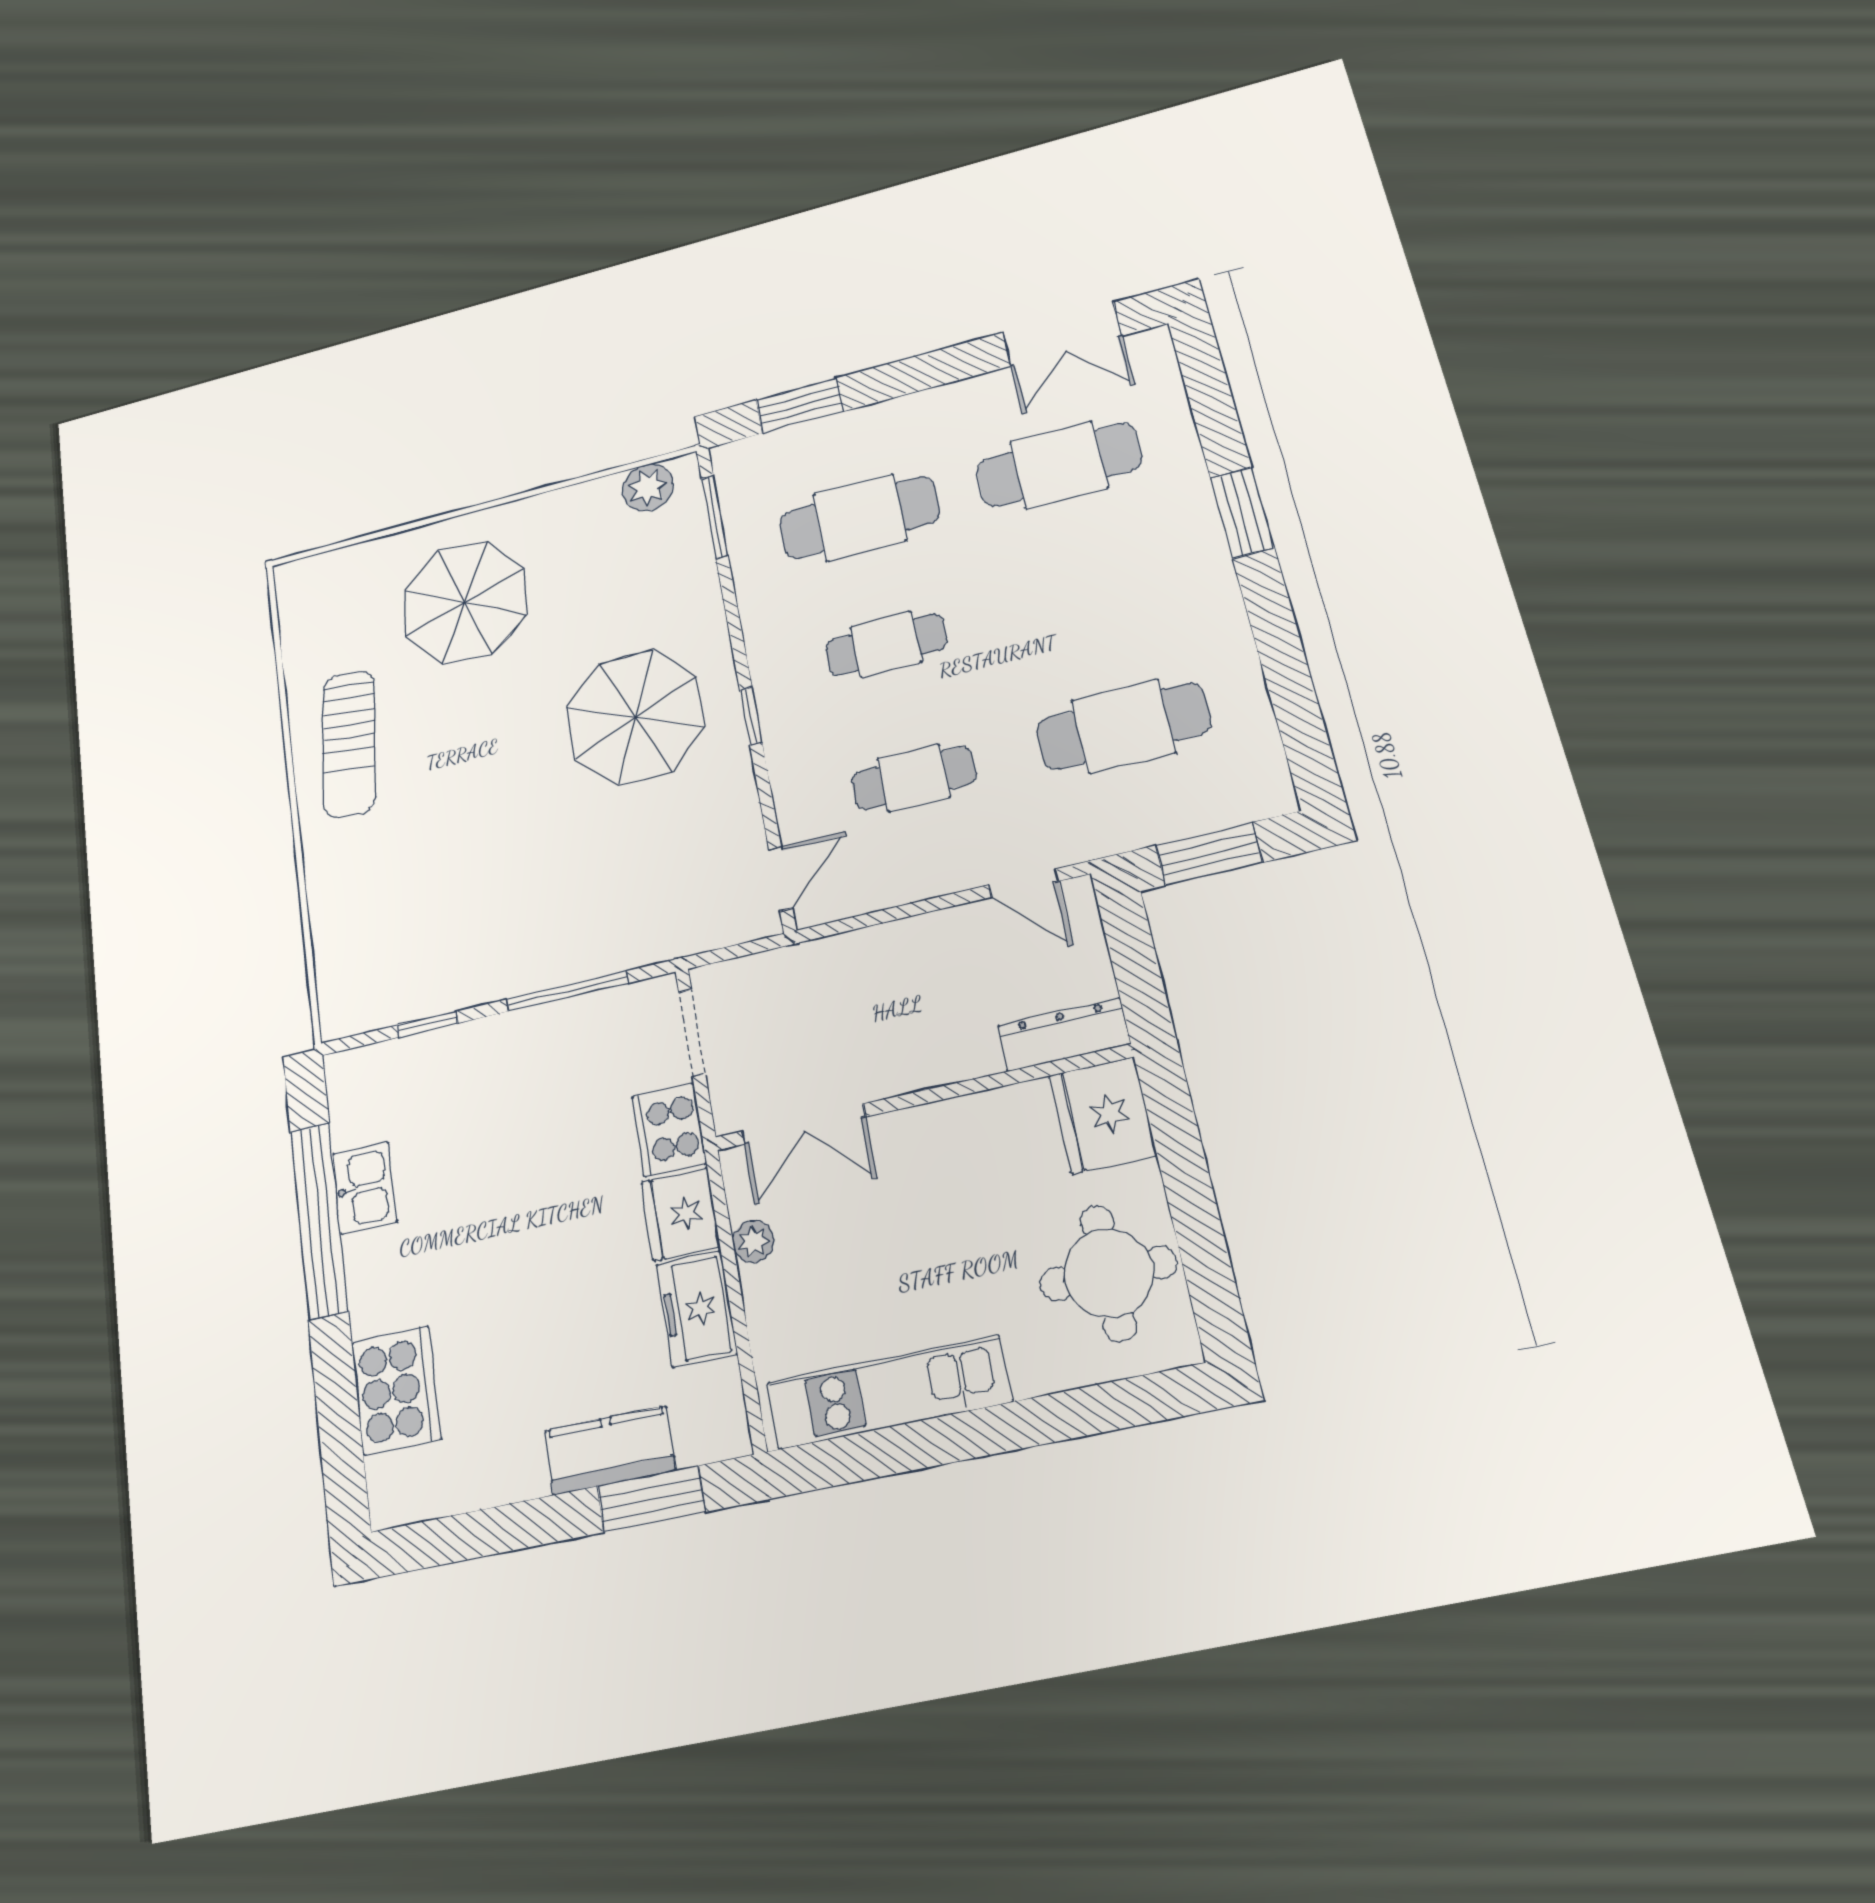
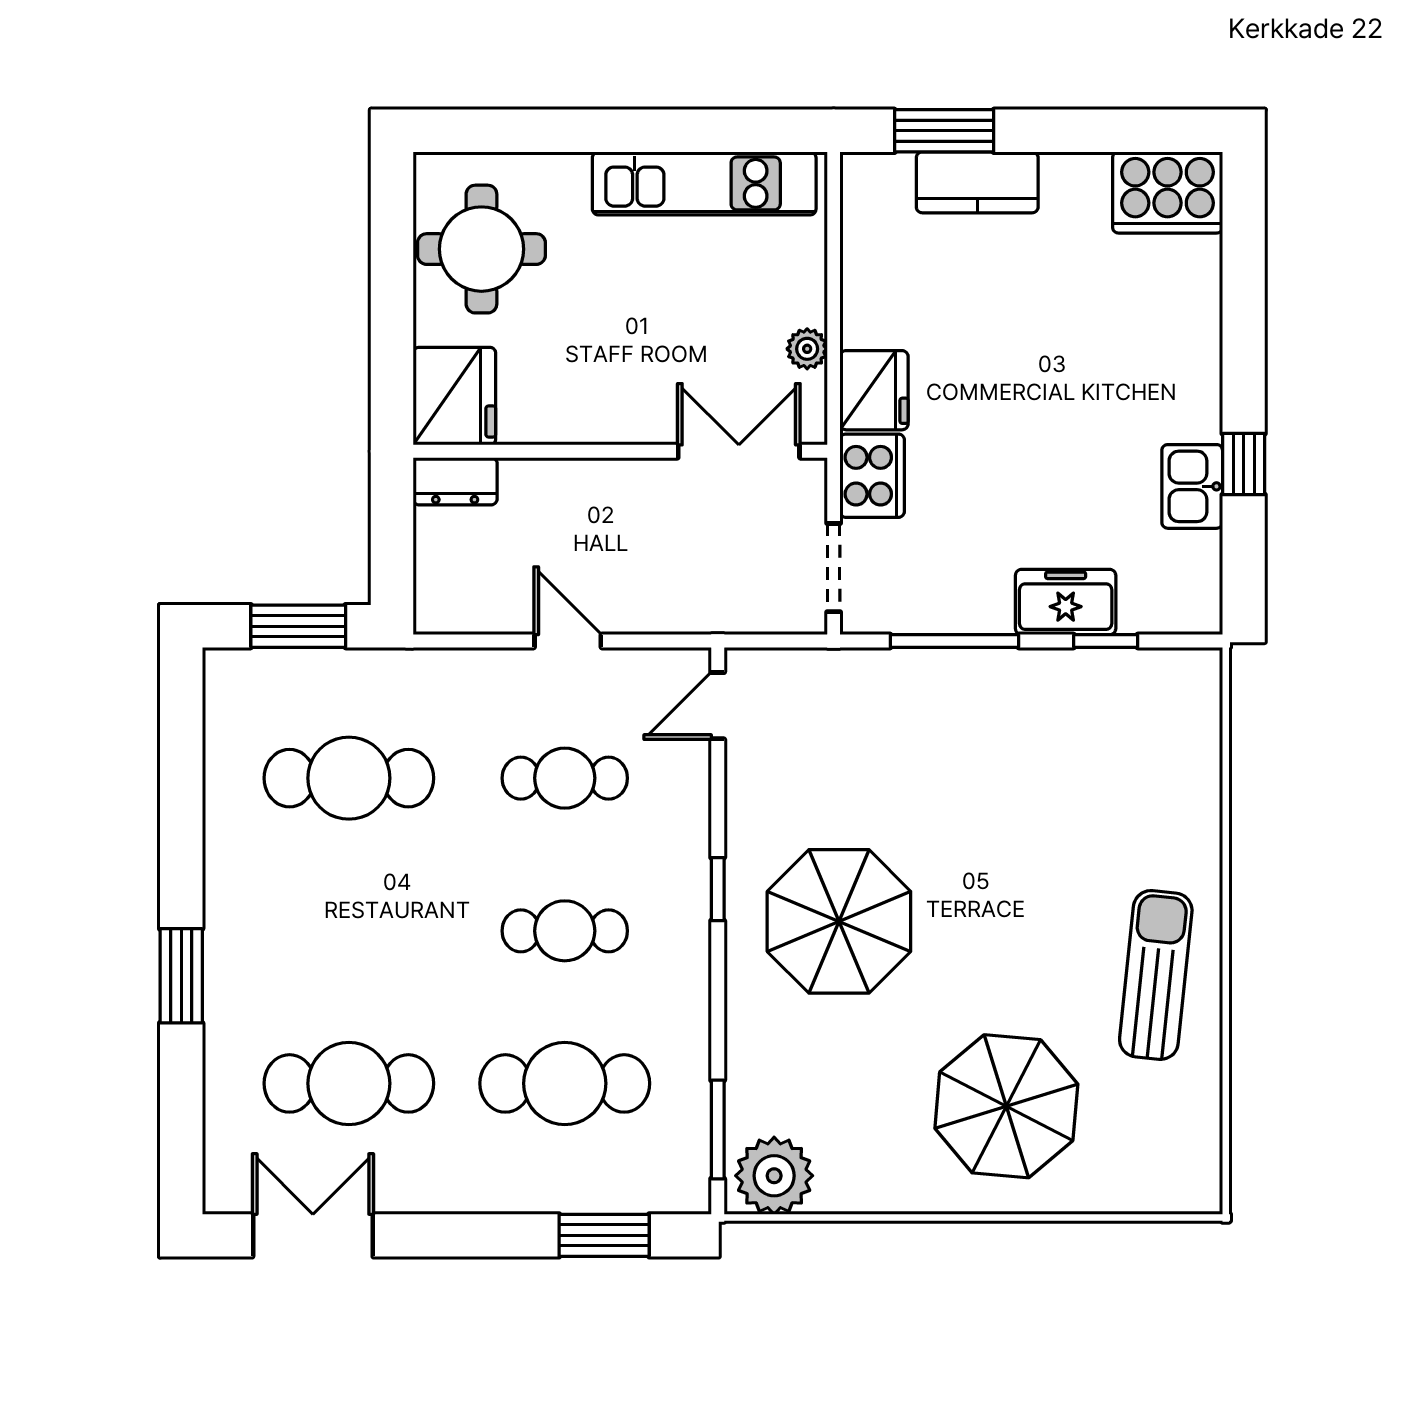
plant: (648, 487) -> (774, 1176), width x1.36, depth x1.36
door: (1024, 883) -> (568, 641), moved
dresser: (1064, 1035) -> (455, 481), width x0.70
window: (319, 1220) -> (1244, 464), width x0.32
freezer: (697, 1309) -> (1066, 602), moved, turned -90
cooker: (396, 1391) -> (1168, 192), moved, turned -90

